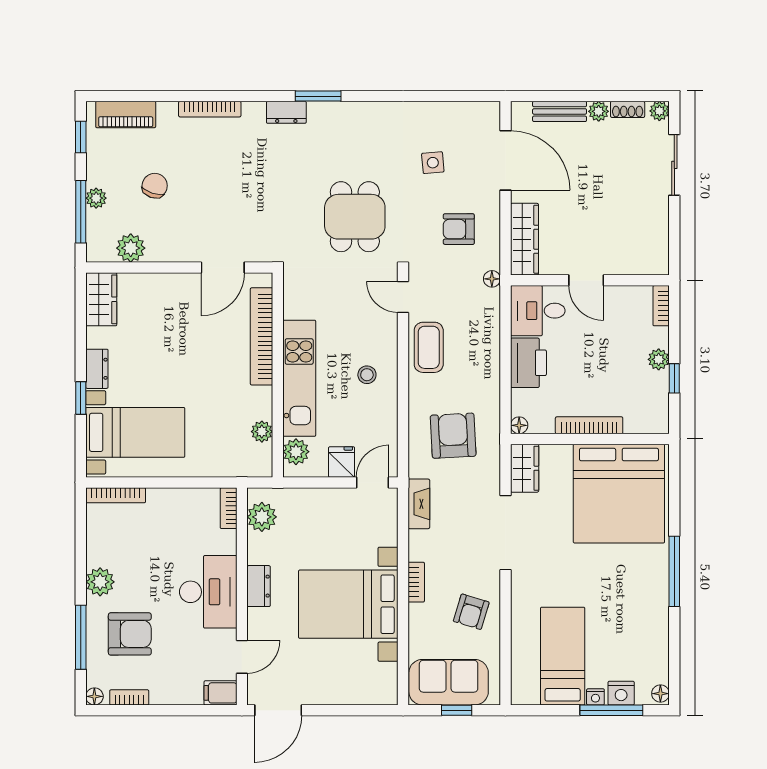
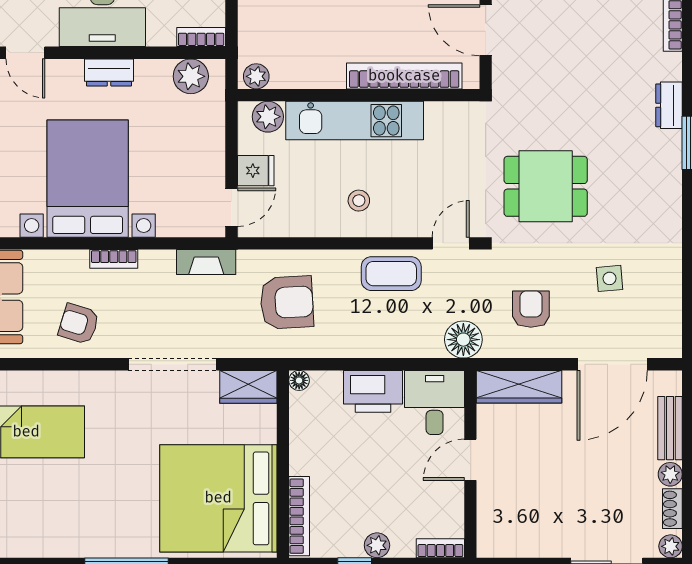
floor lamp: (492, 279) -> (463, 340), width x1.89, depth x1.89
bookcase: (589, 425) -> (299, 516), moved
plant: (262, 432) -> (256, 76), moved
door: (373, 482) -> (231, 207), hinge flipped

